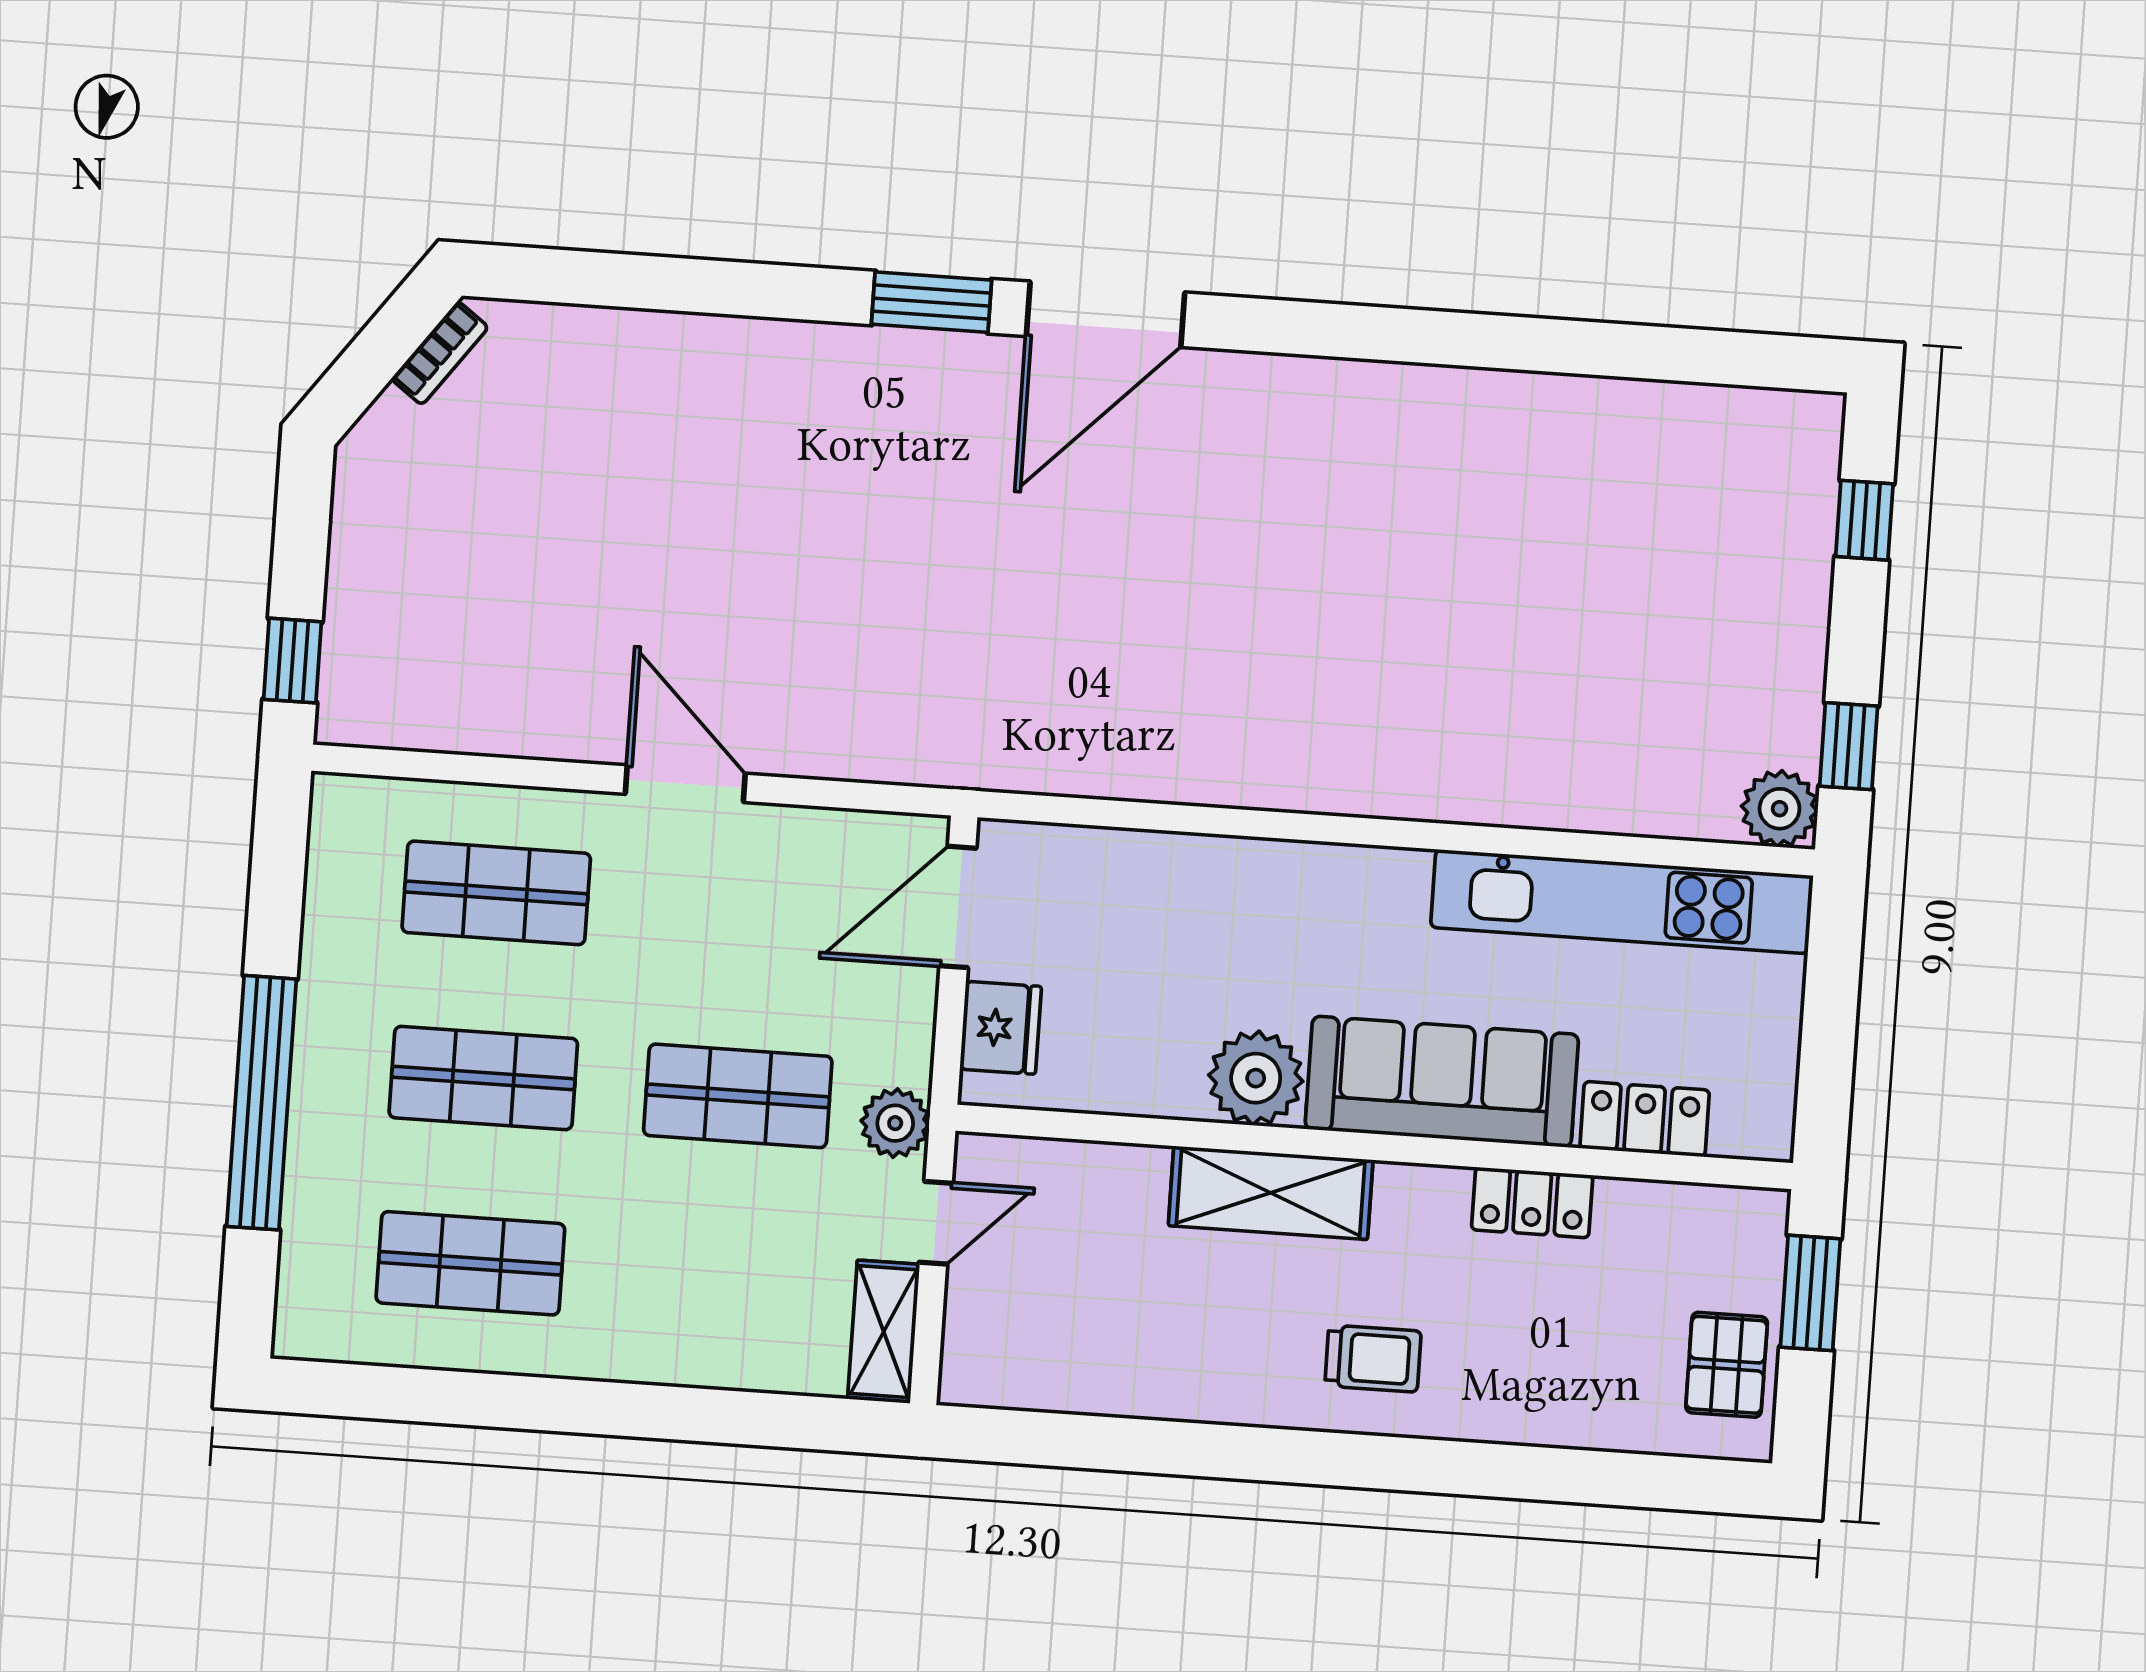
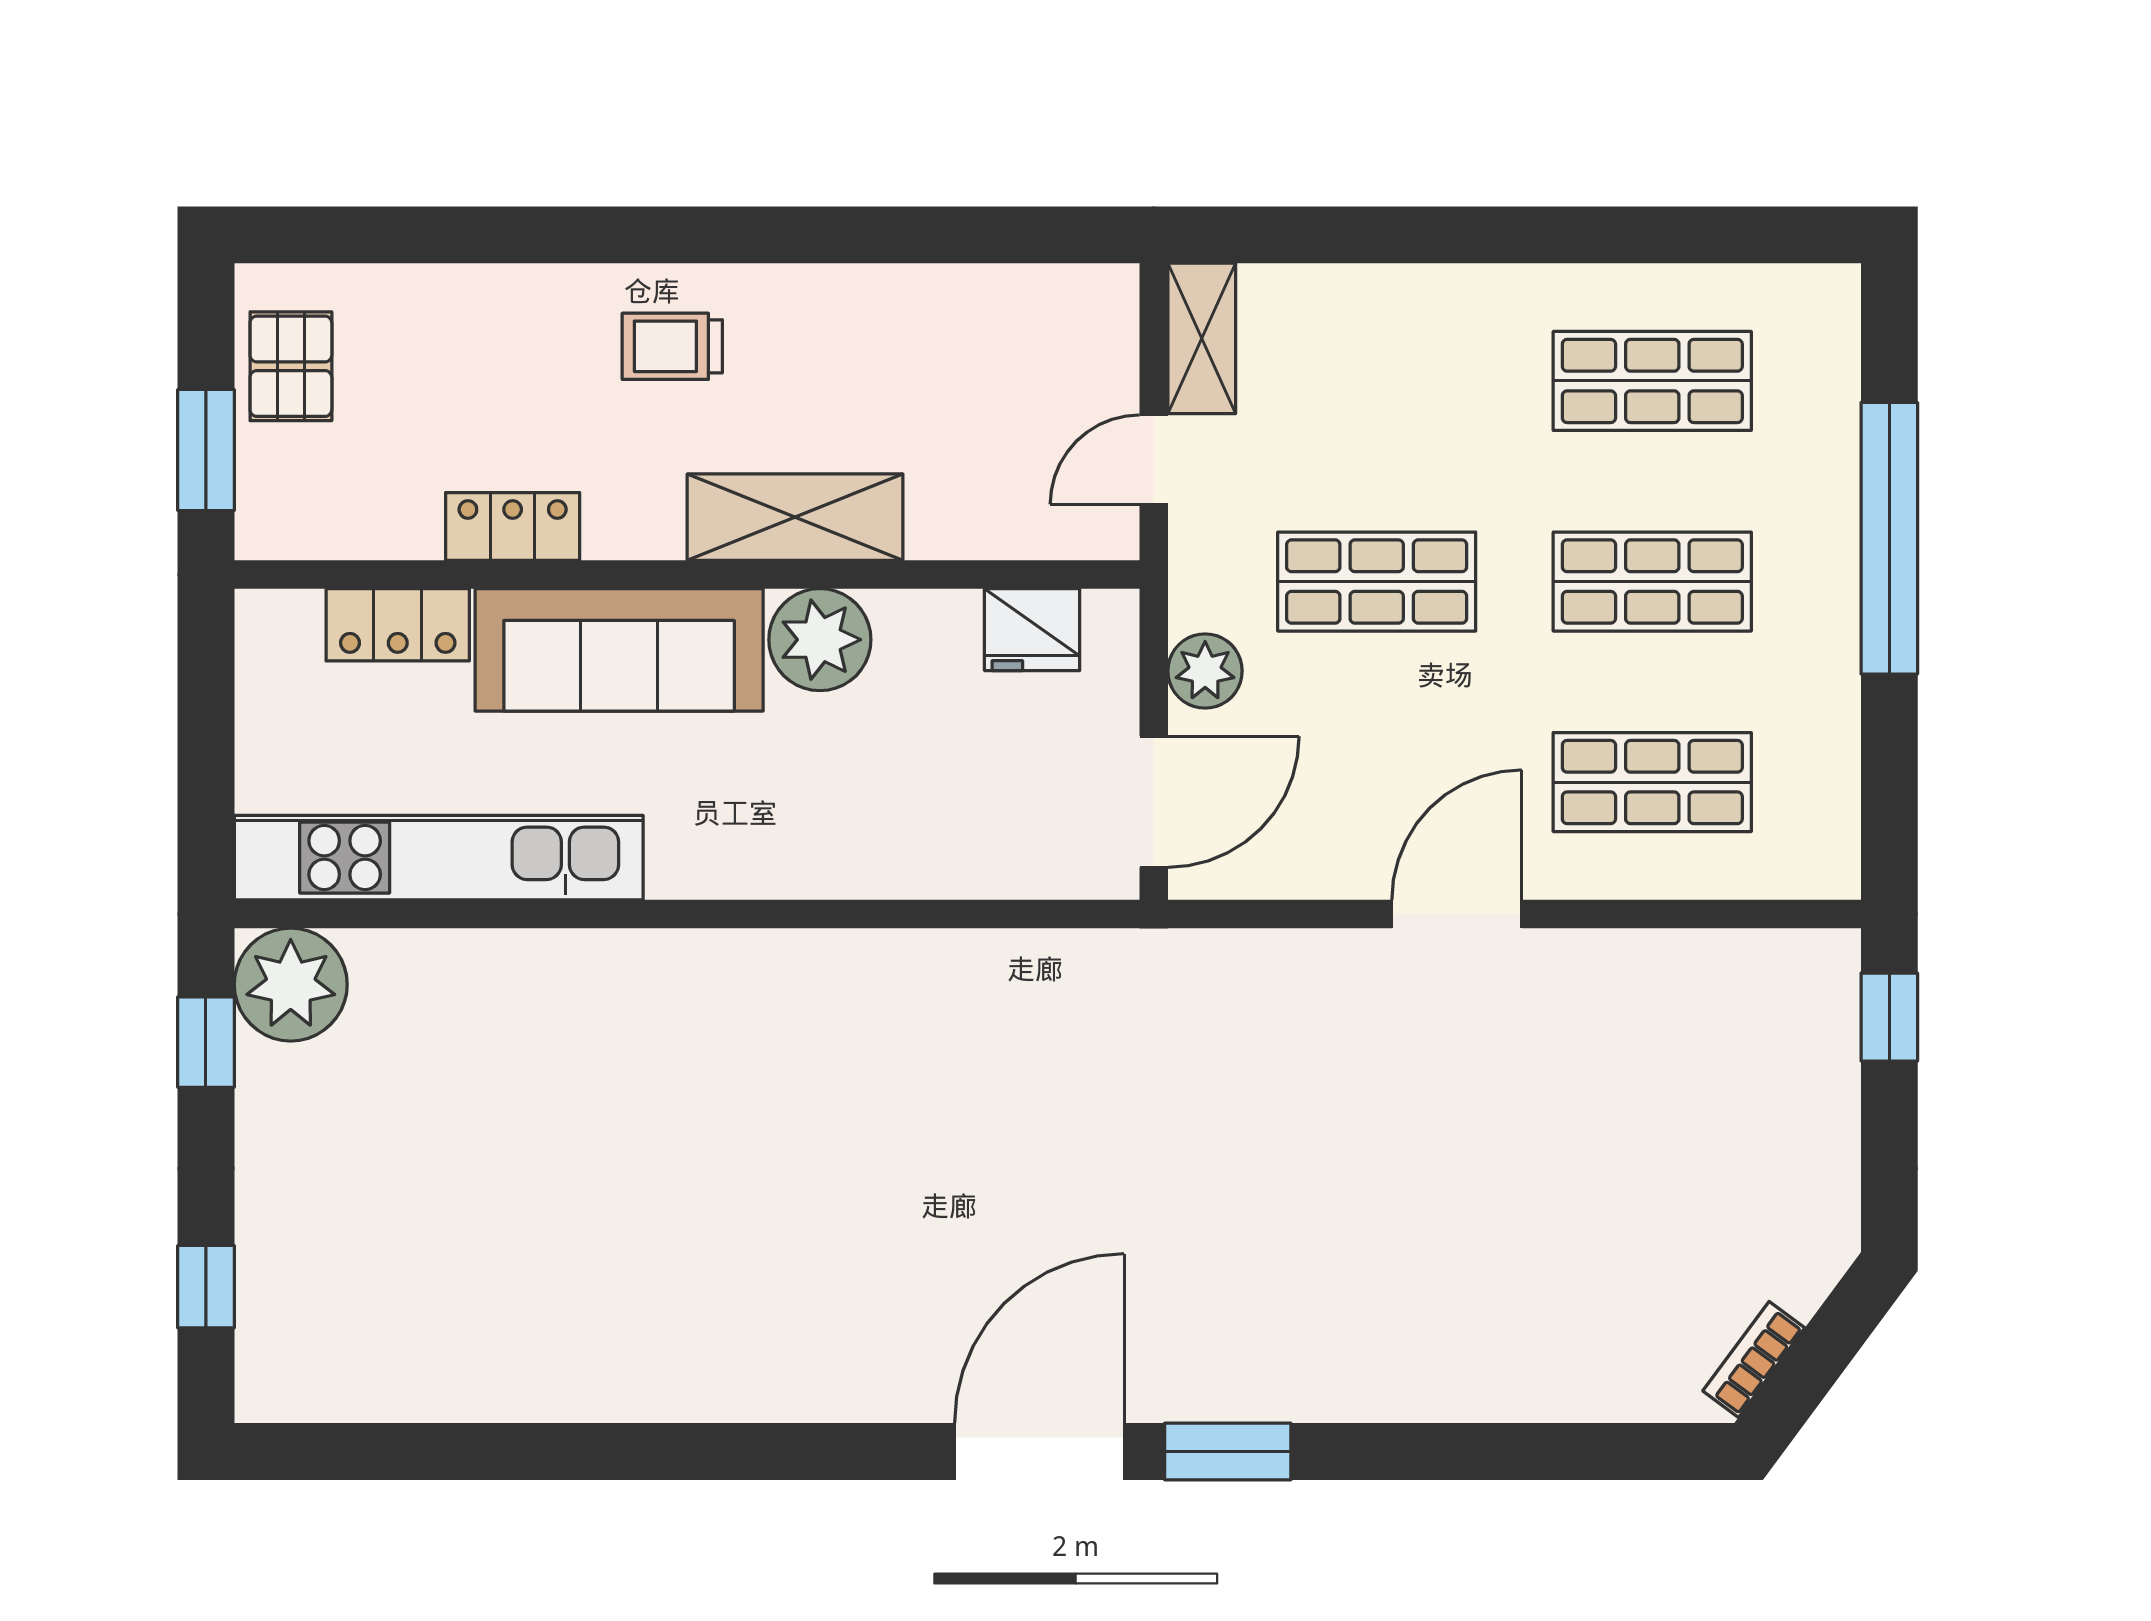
door: (685, 784) -> (1457, 914), swing flipped
plant: (1780, 809) -> (291, 985), width x1.36, depth x1.36
fridge: (1001, 1028) -> (1032, 630), moved, turned -90
plant: (895, 1123) -> (1205, 671), moved

